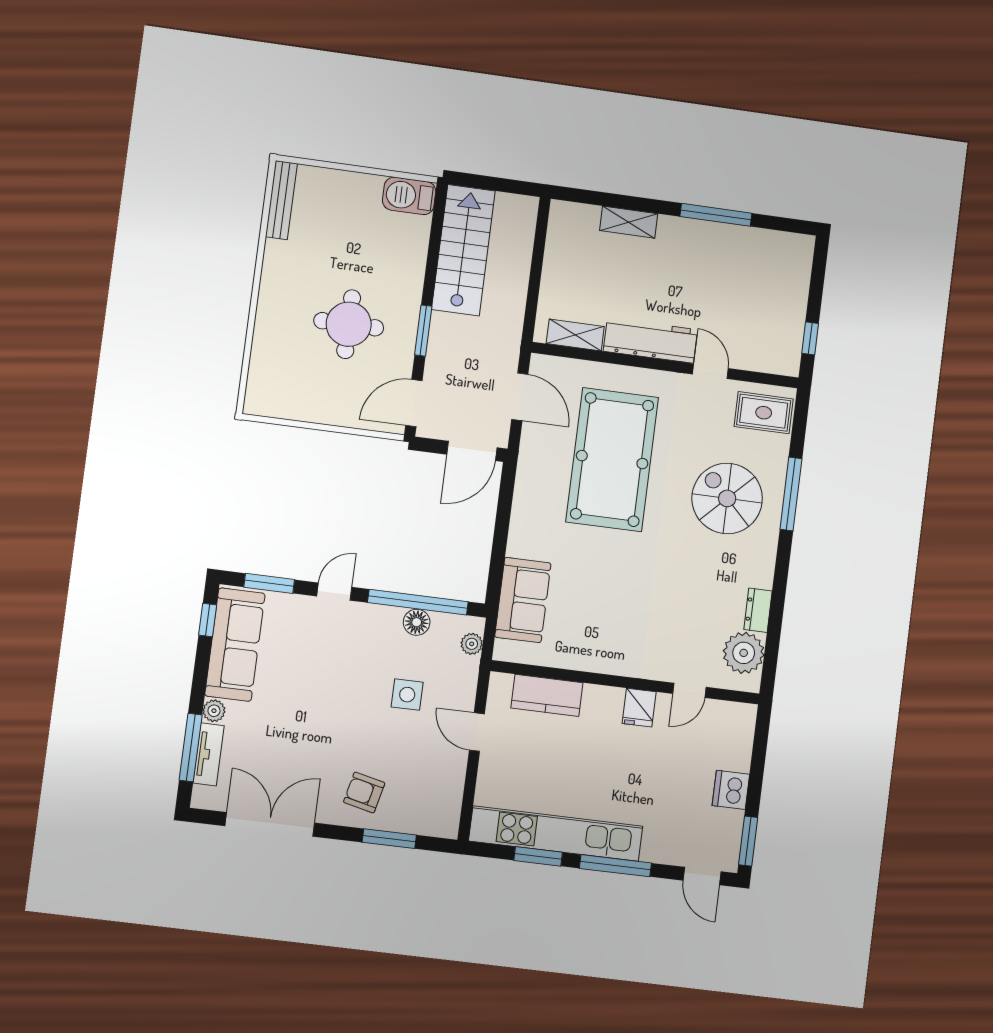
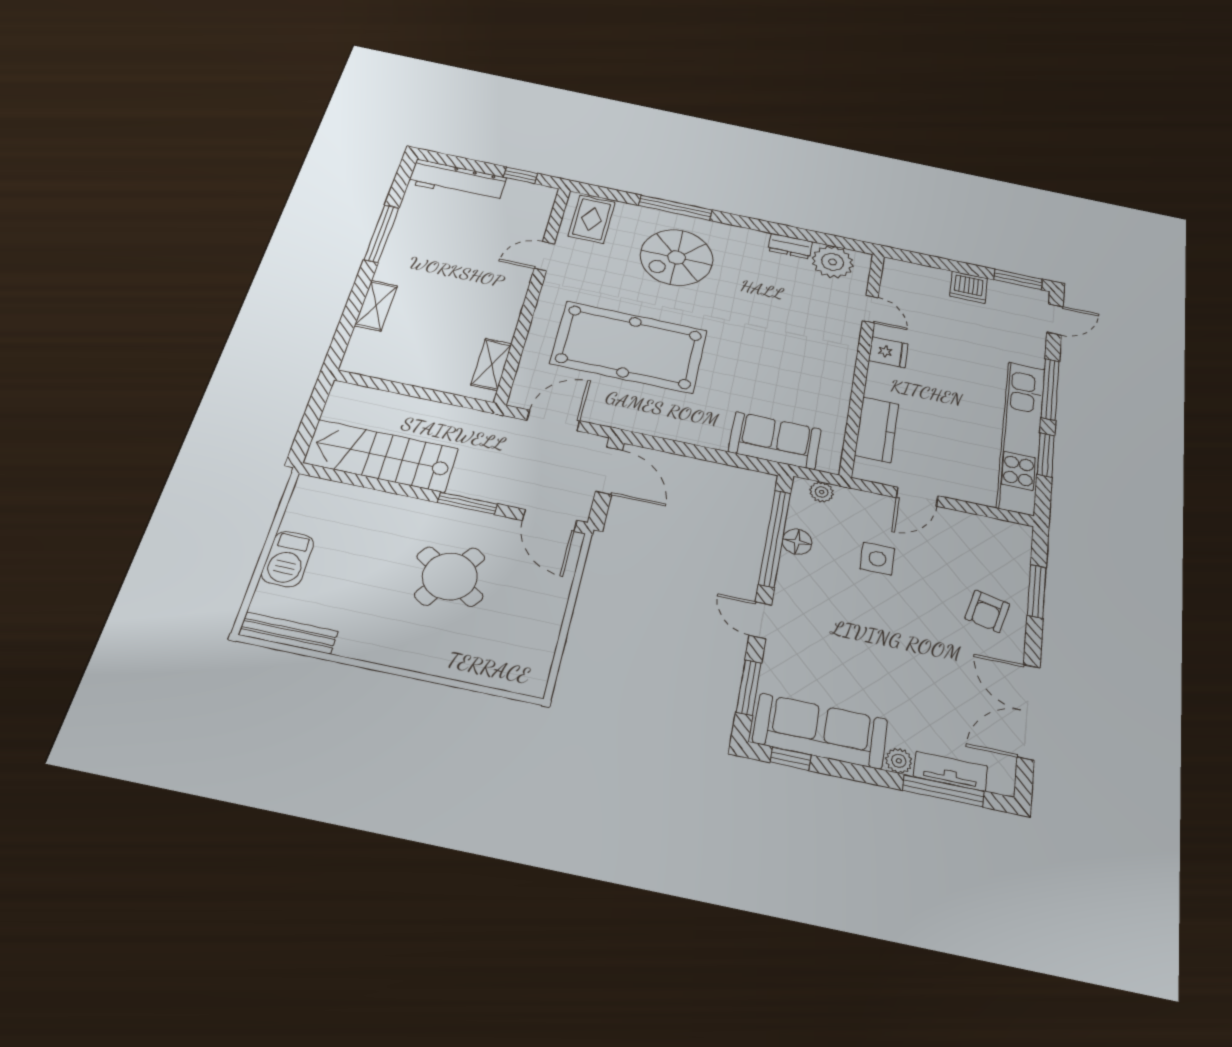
barbecue: (409, 196) -> (288, 559), moved
round table: (349, 324) -> (450, 576), turned 33
workbench: (651, 340) -> (458, 181), moved, turned -90

